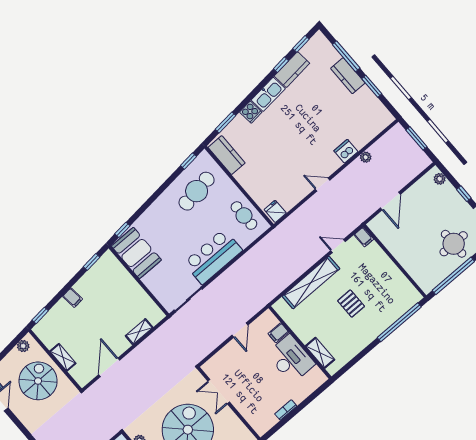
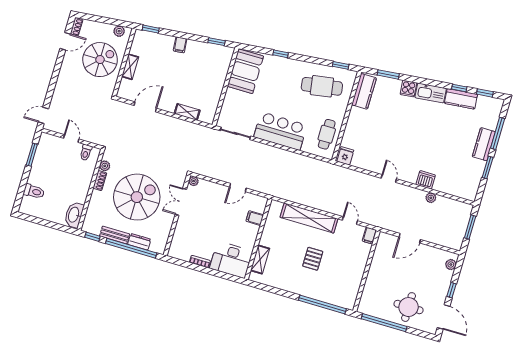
window: (122, 230) -> (281, 54), moved
desk: (291, 359) -> (231, 260), moved, turned 90
plant: (207, 367) -> (194, 181), added

